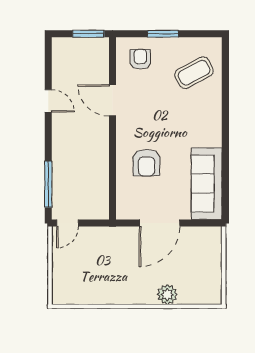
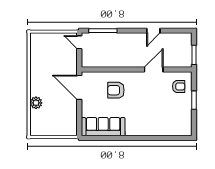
coffee table: (194, 73) -> (170, 119), removed
door: (159, 223) -> (79, 87), moved

